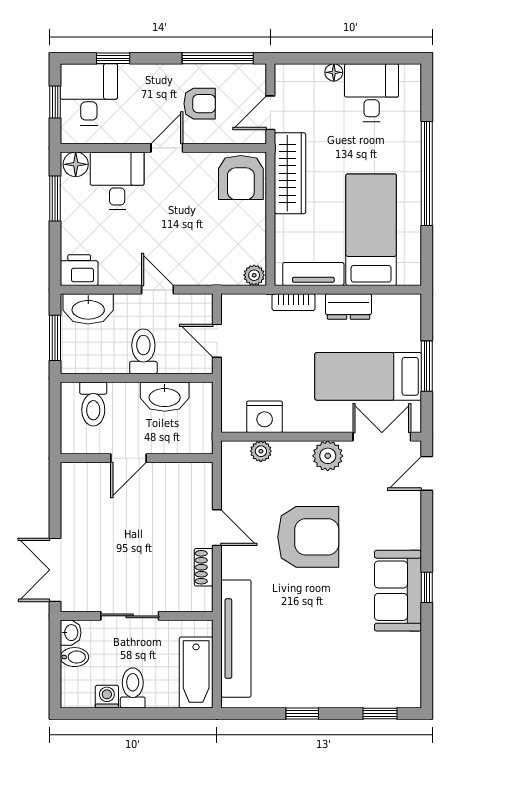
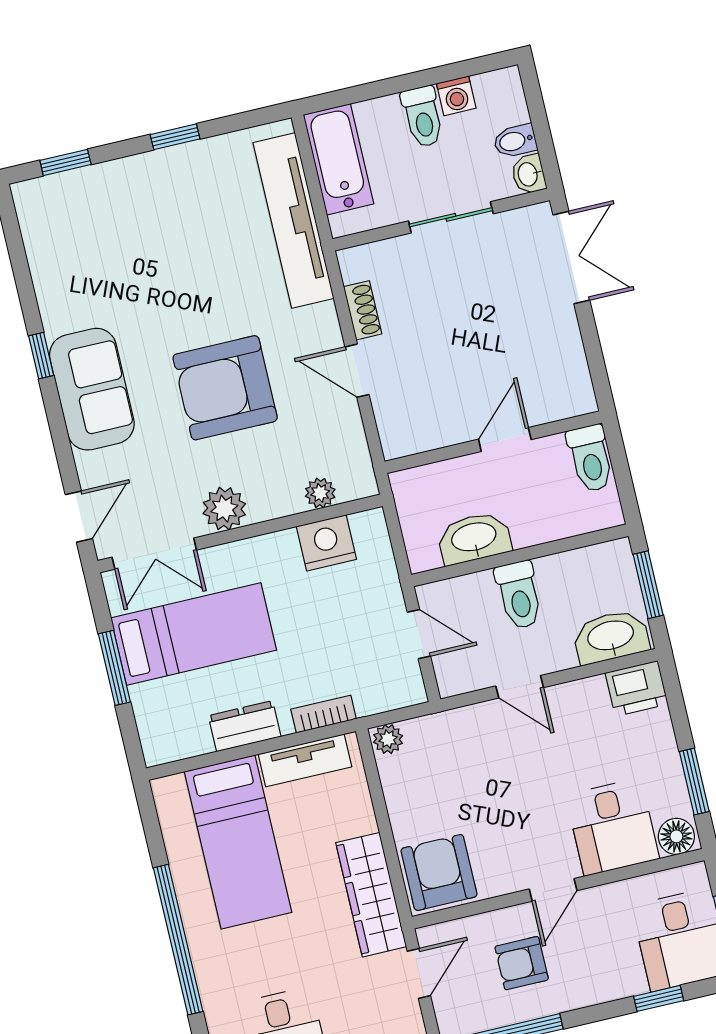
toilet: (93, 404) -> (590, 458), moved, turned 180
sofa: (398, 591) -> (92, 389), moved

